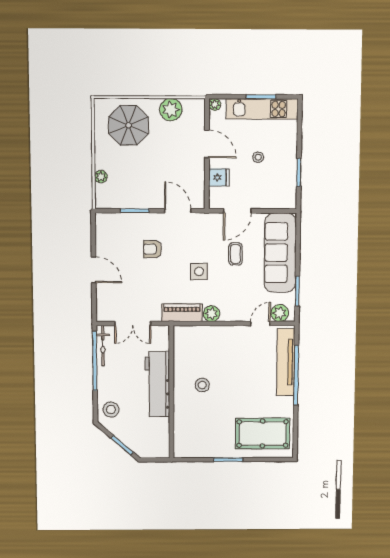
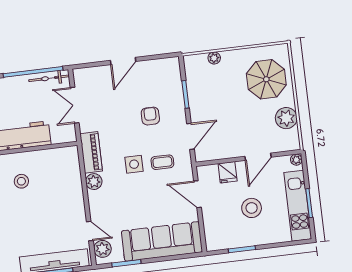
stool: (258, 157) -> (252, 208), width x1.89, depth x1.89
coffee table: (235, 254) -> (162, 162), moved

